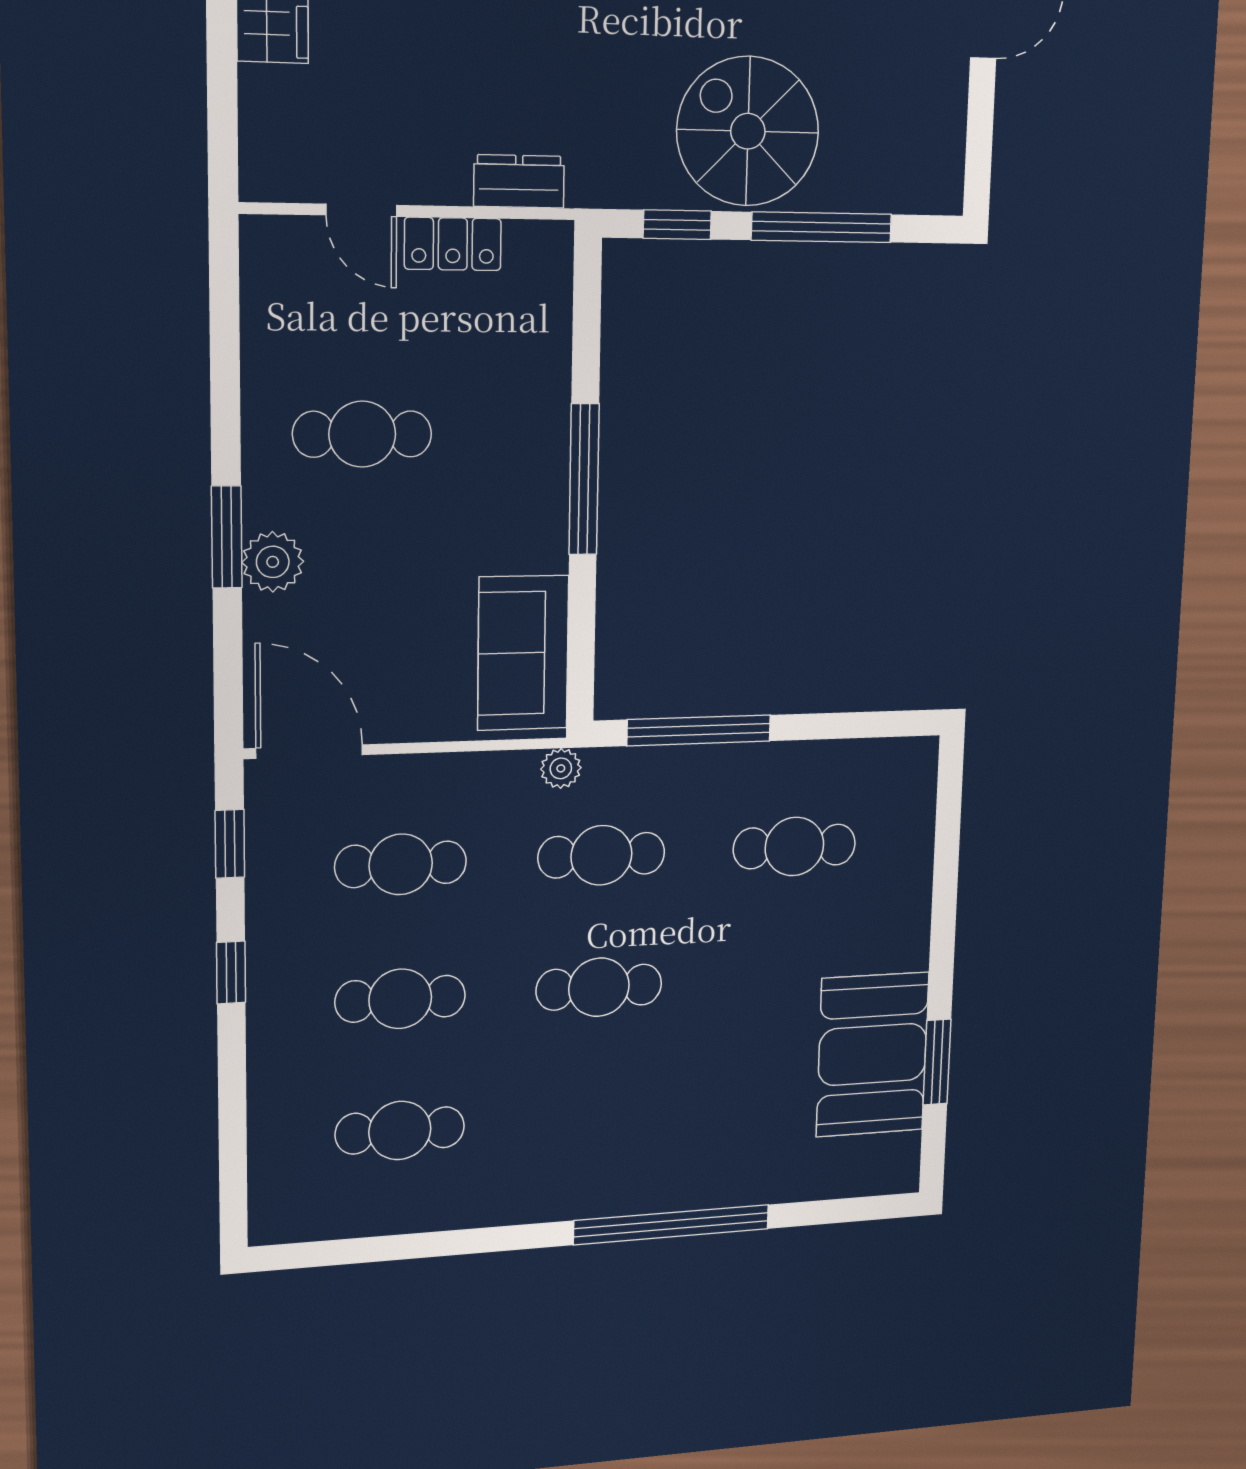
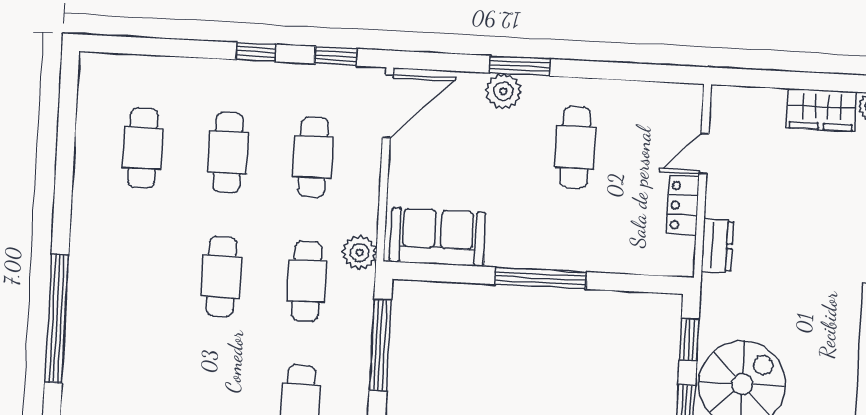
plant: (561, 768) -> (360, 253), width x1.38, depth x1.38

